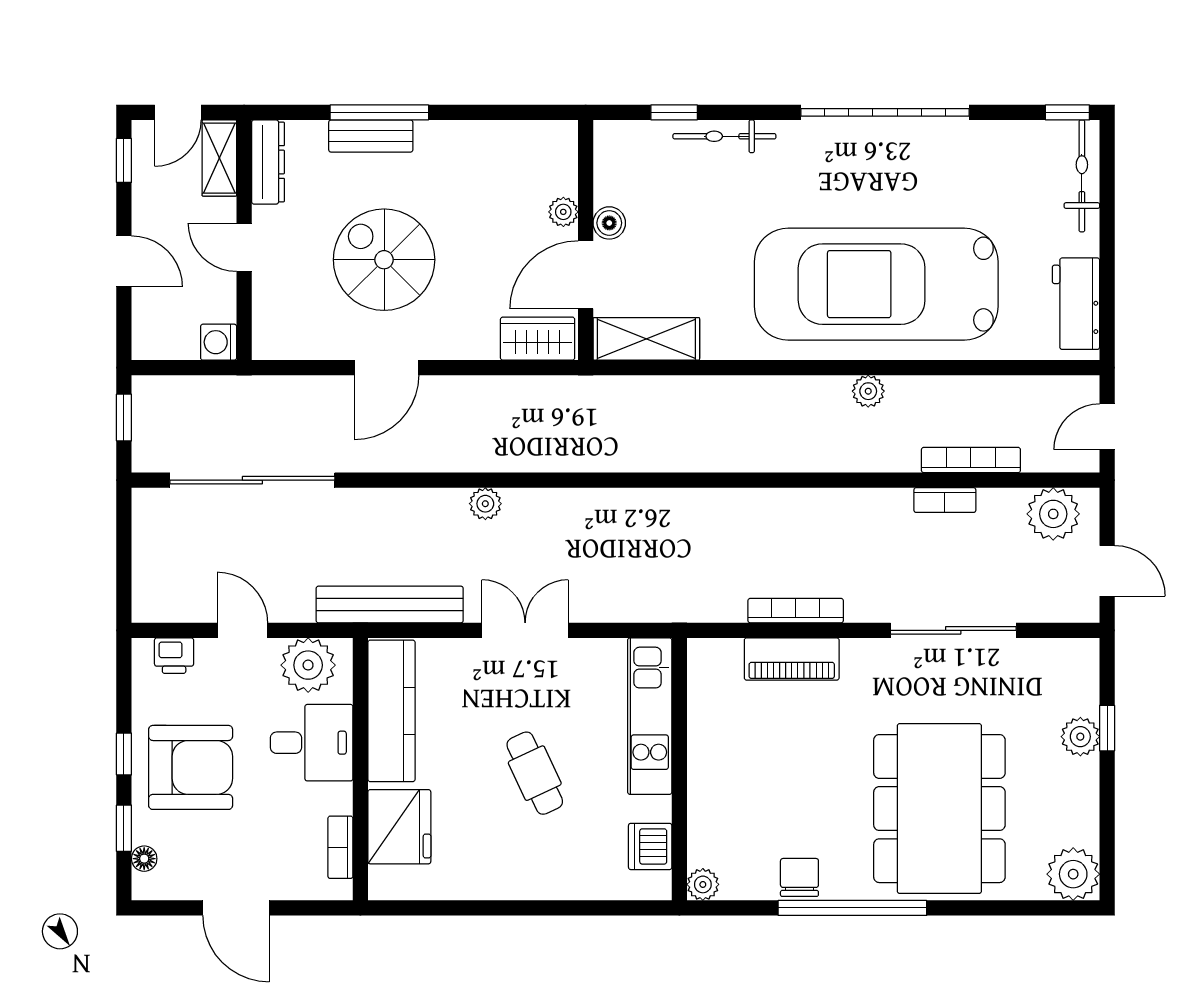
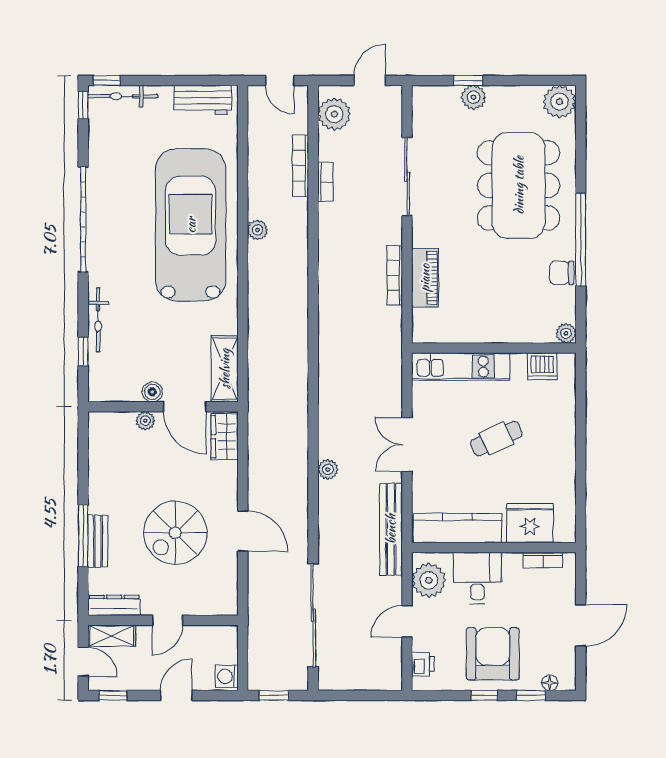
window: (1107, 150) -> (107, 80), added
car: (876, 284) -> (191, 225), turned 180
washing machine: (219, 342) -> (227, 676), moved, turned 90
dining table: (939, 809) -> (519, 185), turned 90

